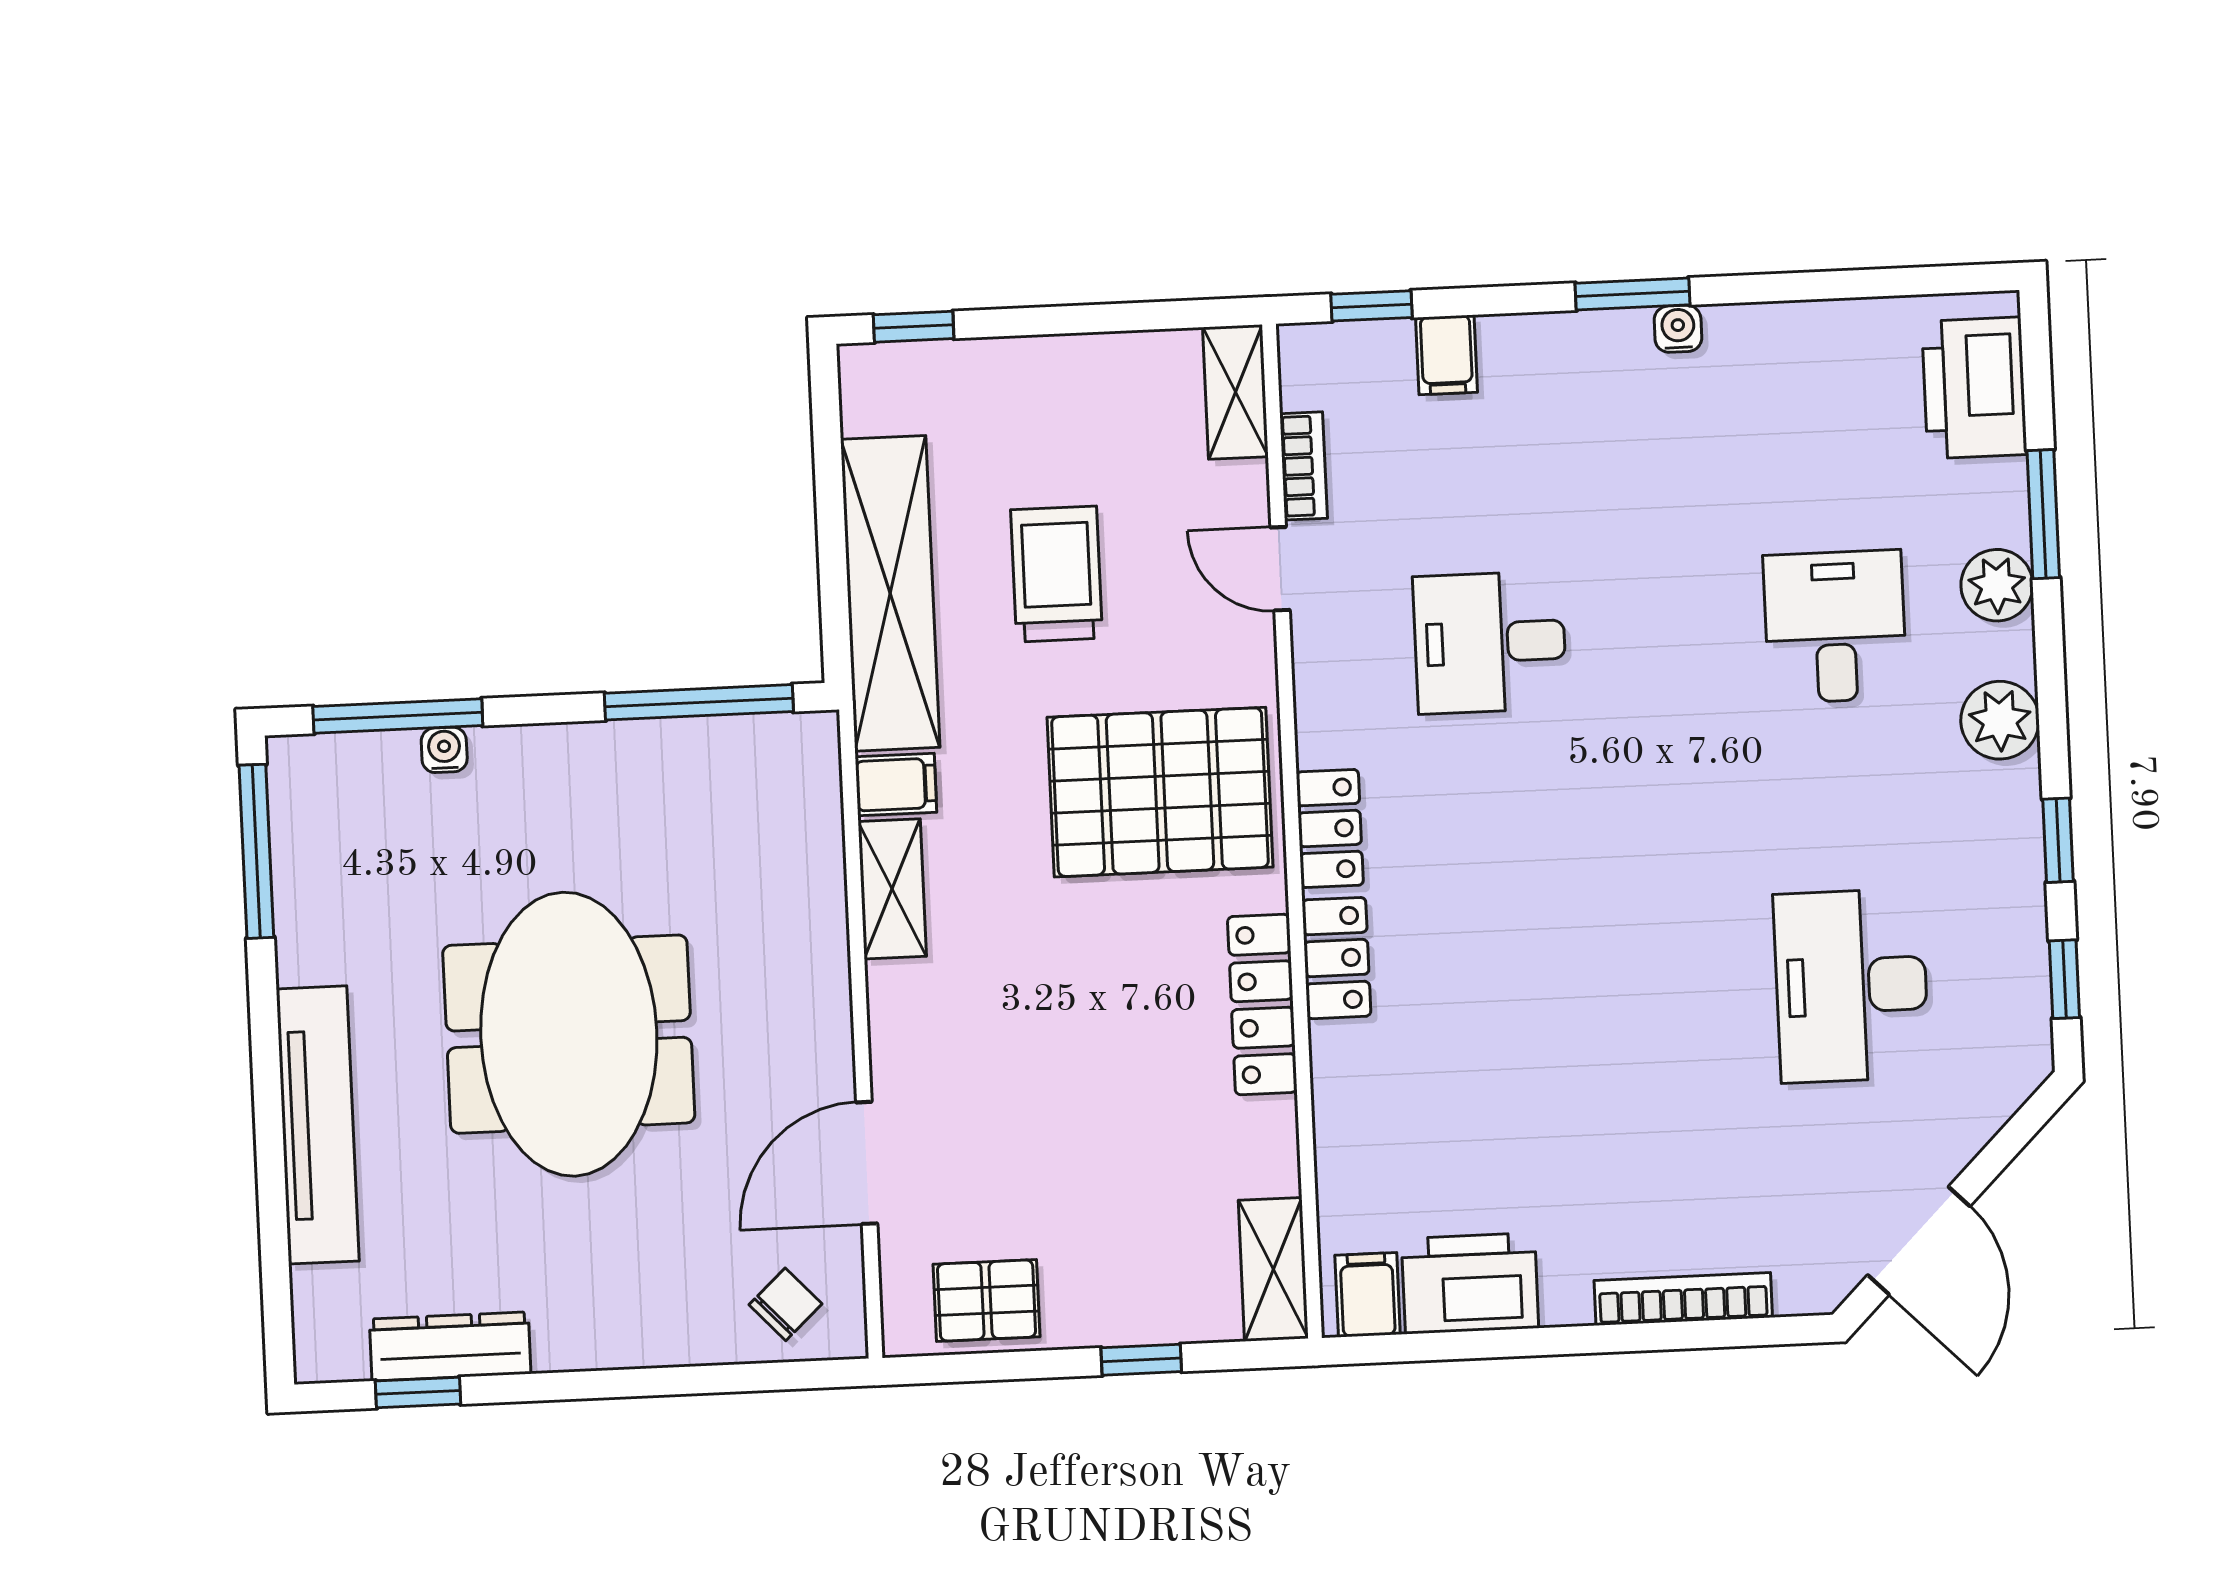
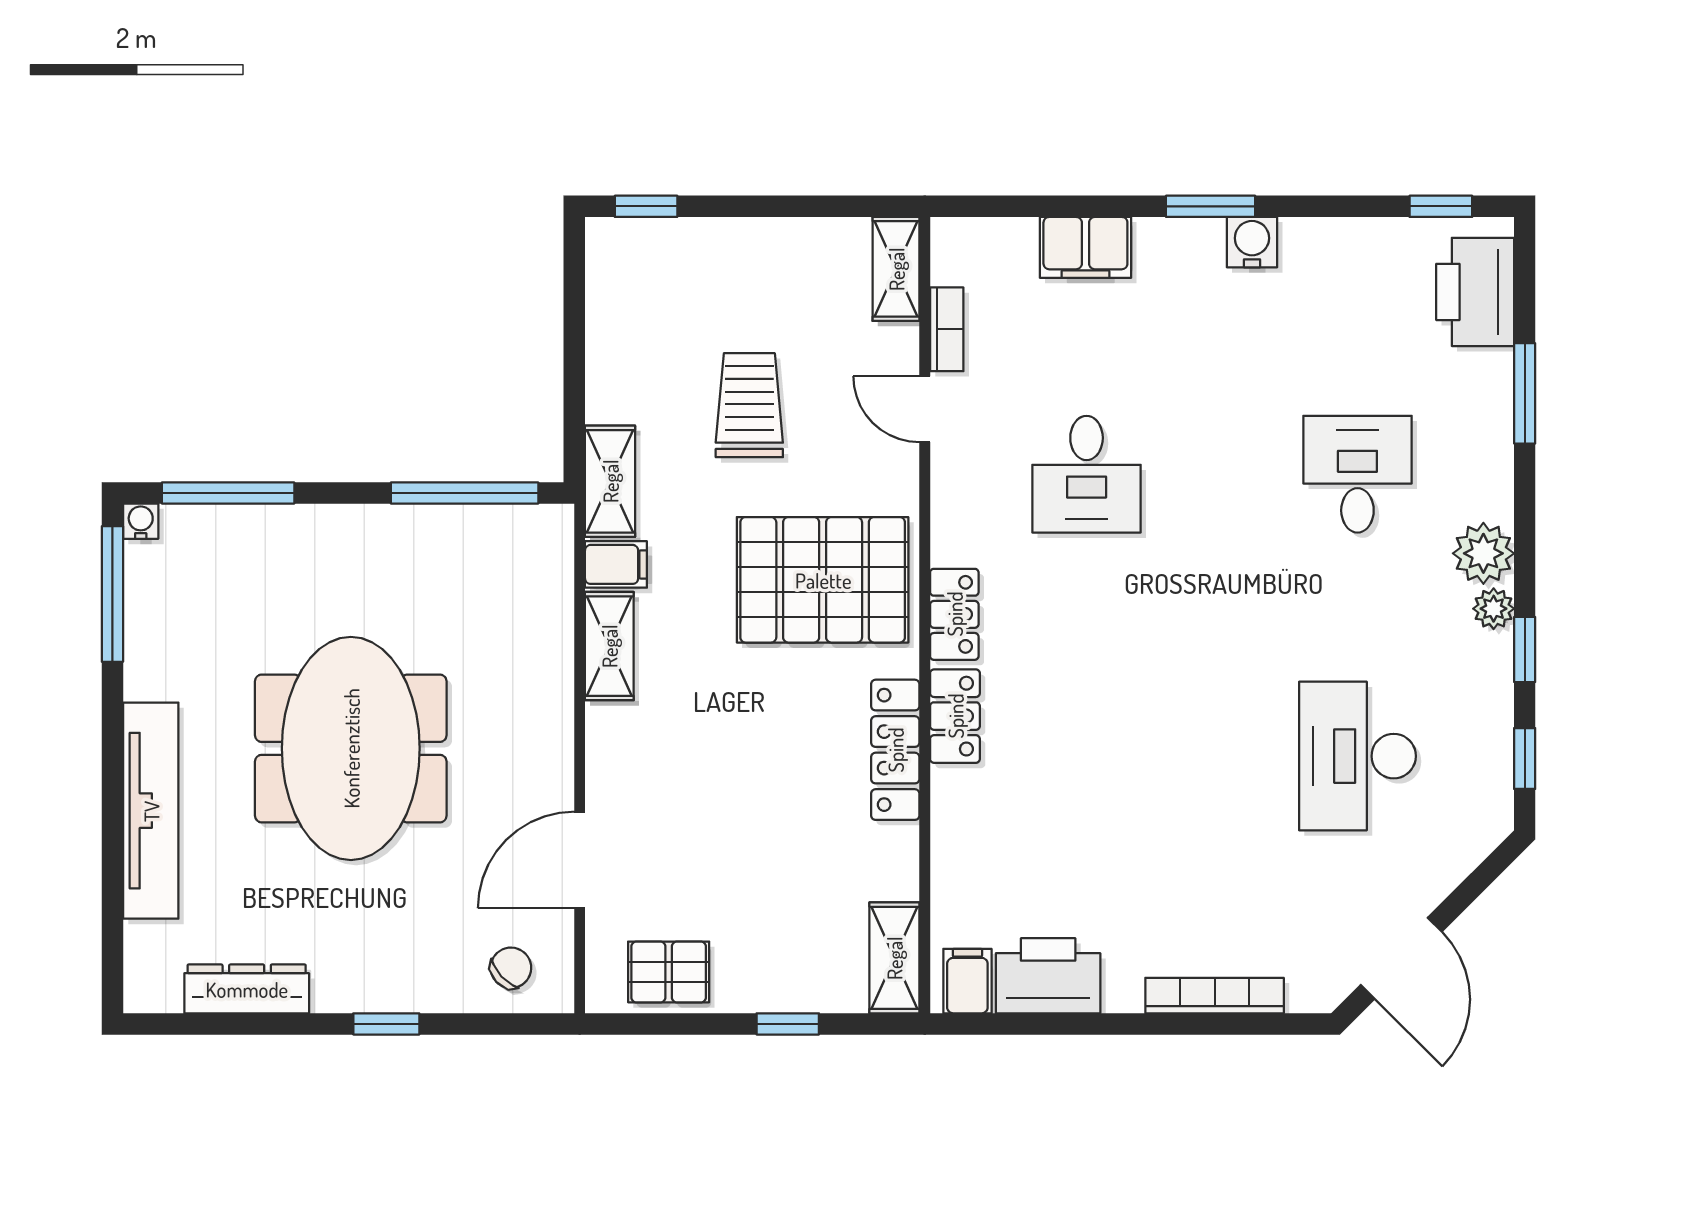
window: (1371, 306) -> (1441, 206), moved
water cooler: (1678, 329) -> (1252, 242), width x1.38, depth x1.38
filing cabinet: (1446, 355) -> (1085, 247), width x2.00
plant: (1997, 585) -> (1494, 609), moved, width x0.73, depth x0.73
shelving: (890, 593) -> (610, 481), width x0.45, depth x0.75
desk: (1490, 642) -> (1087, 474), turned -90
water cooler: (444, 750) -> (141, 521), moved
window: (418, 1393) -> (386, 1024), moved

